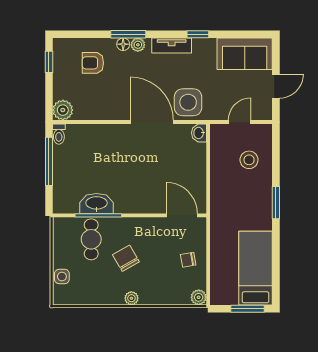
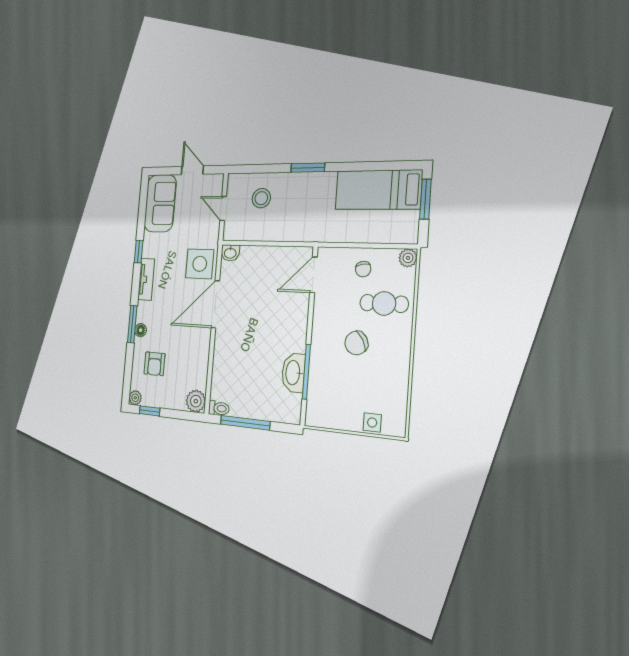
plant: (138, 45) -> (135, 398), moved
cafe table: (91, 239) -> (384, 303), moved
plant: (131, 298) -> (404, 340), removed

